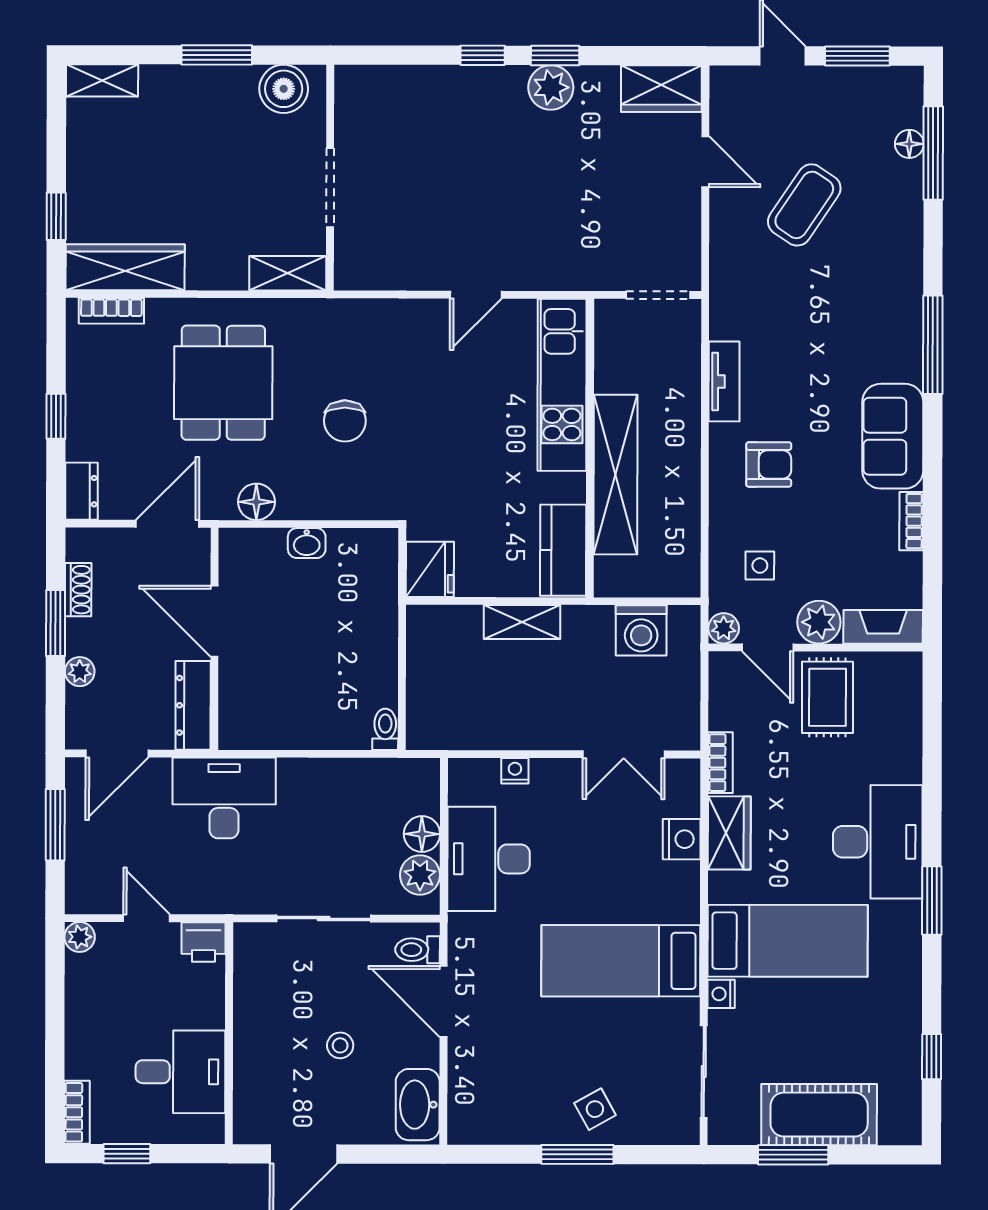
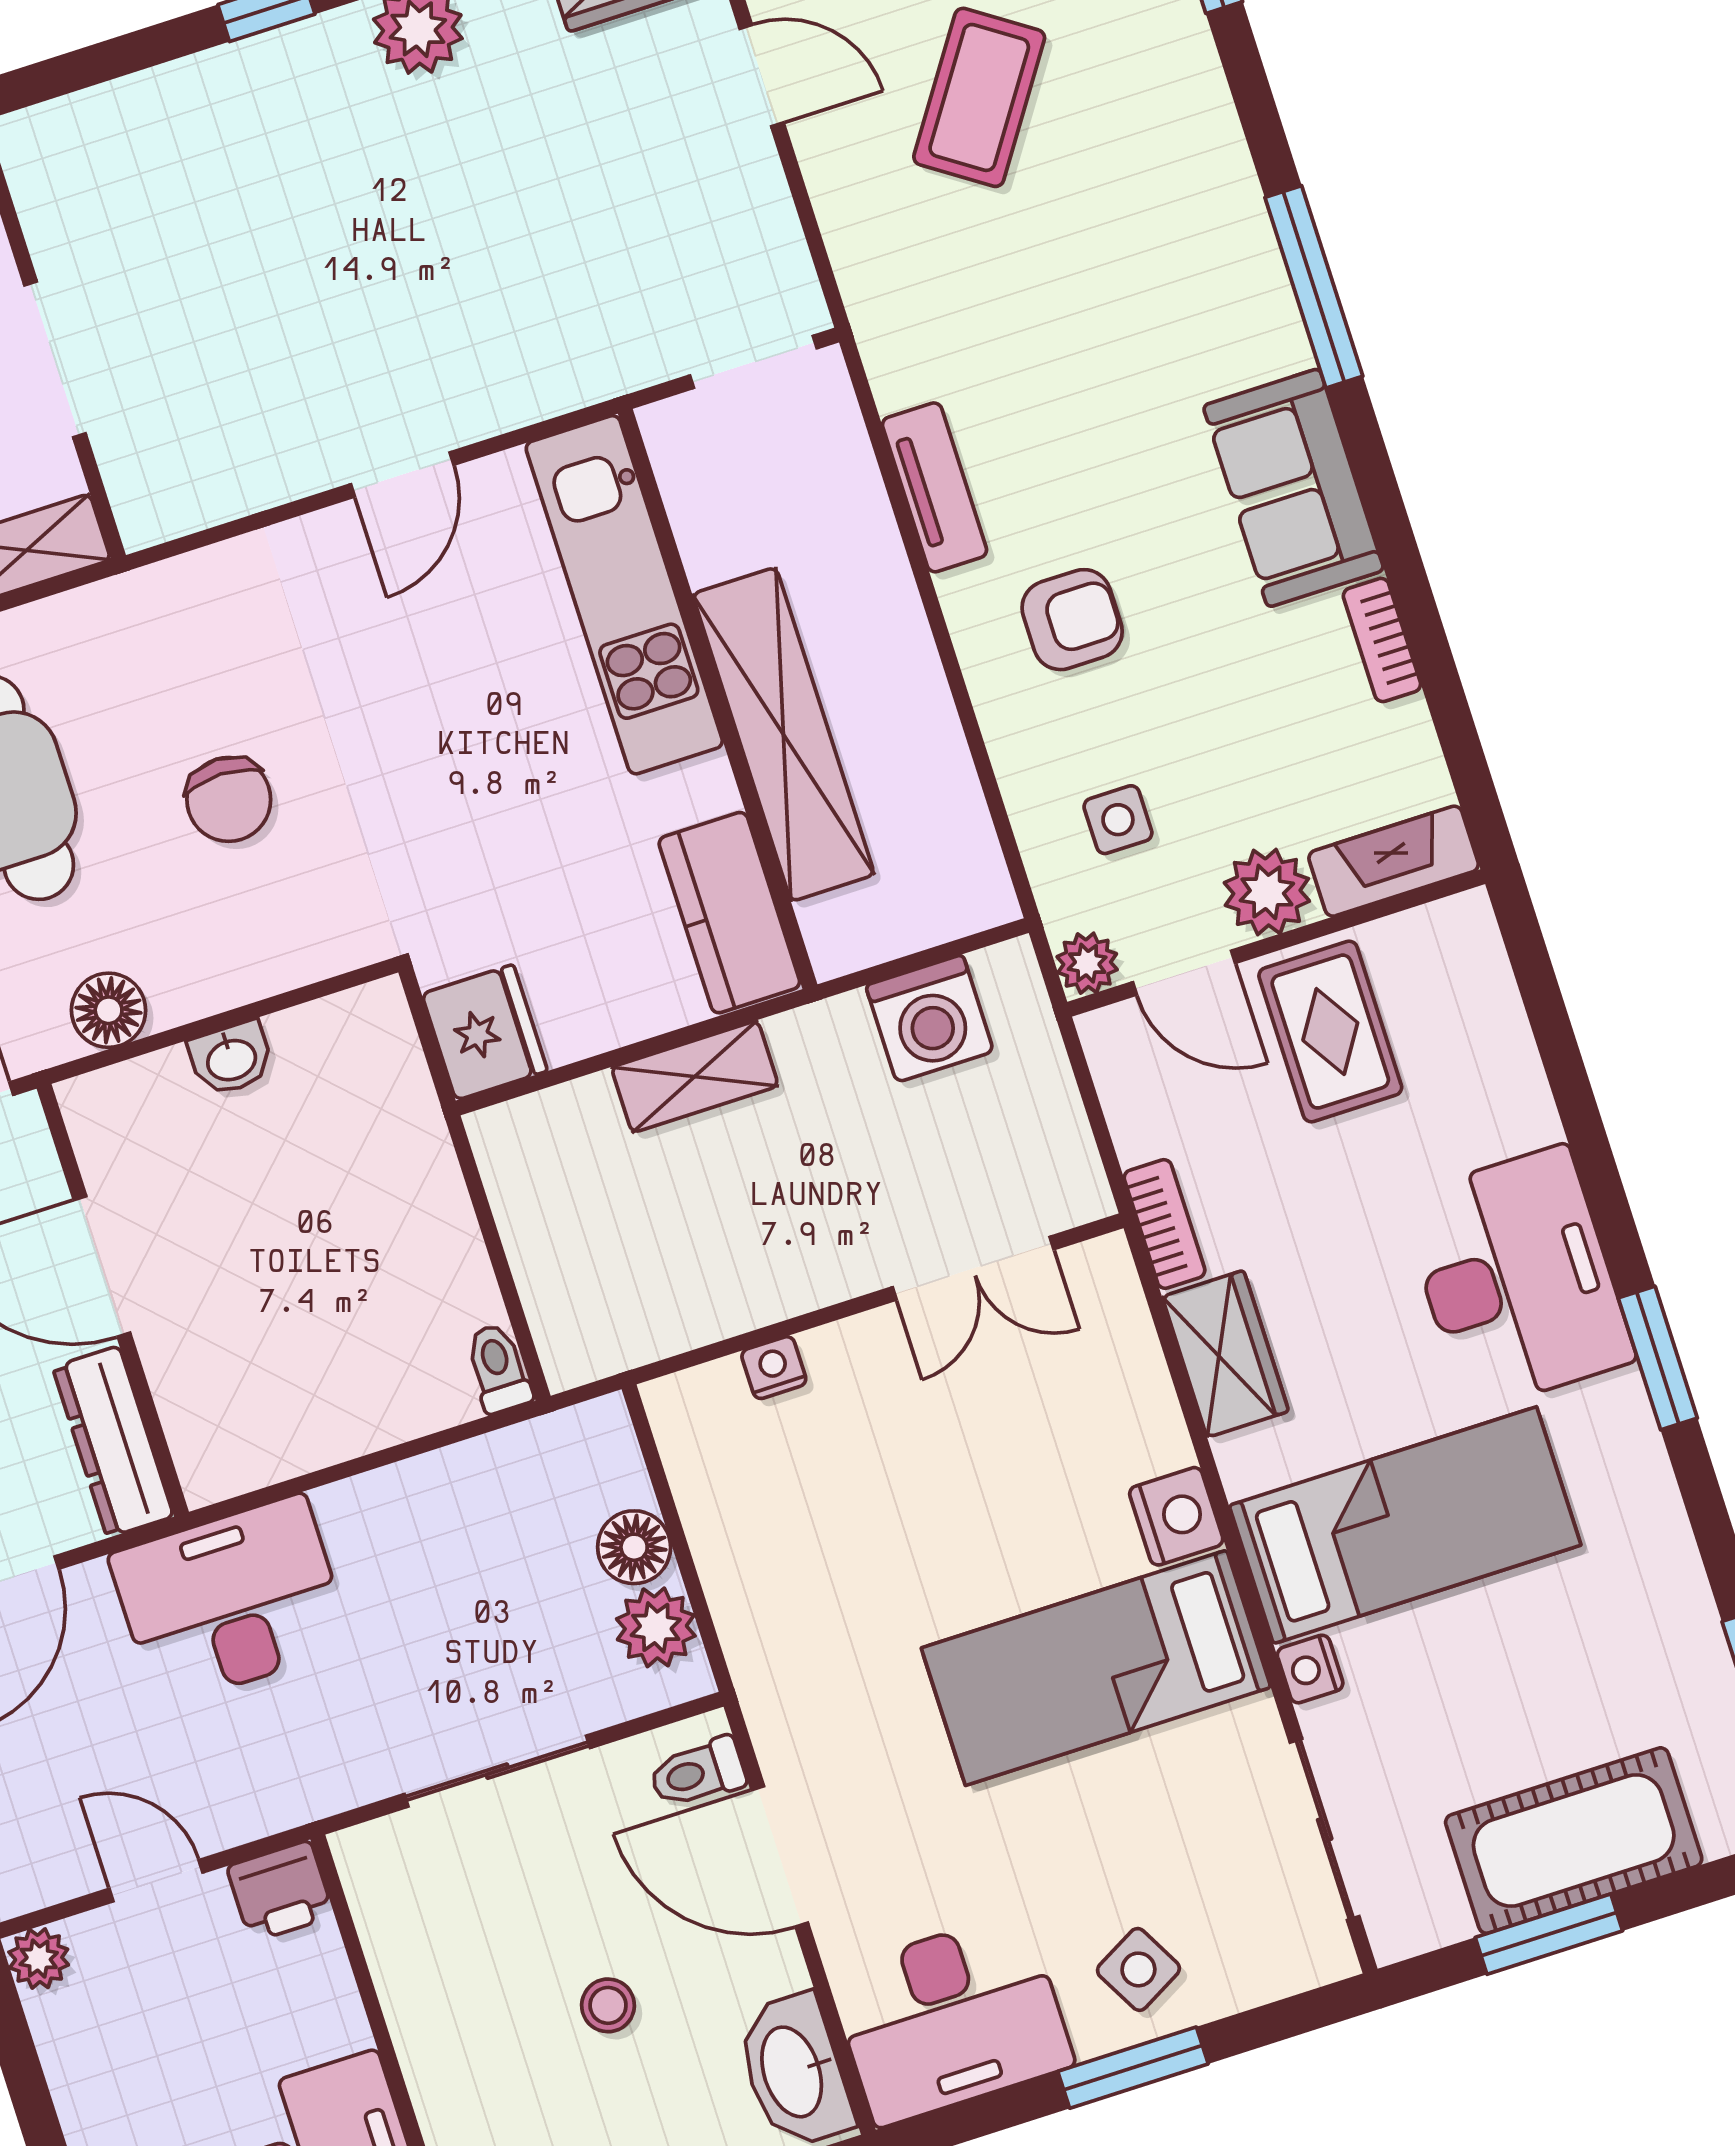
nightstand: (682, 839) -> (1176, 1516), moved
desk: (489, 859) -> (951, 2019), moved, turned -90

